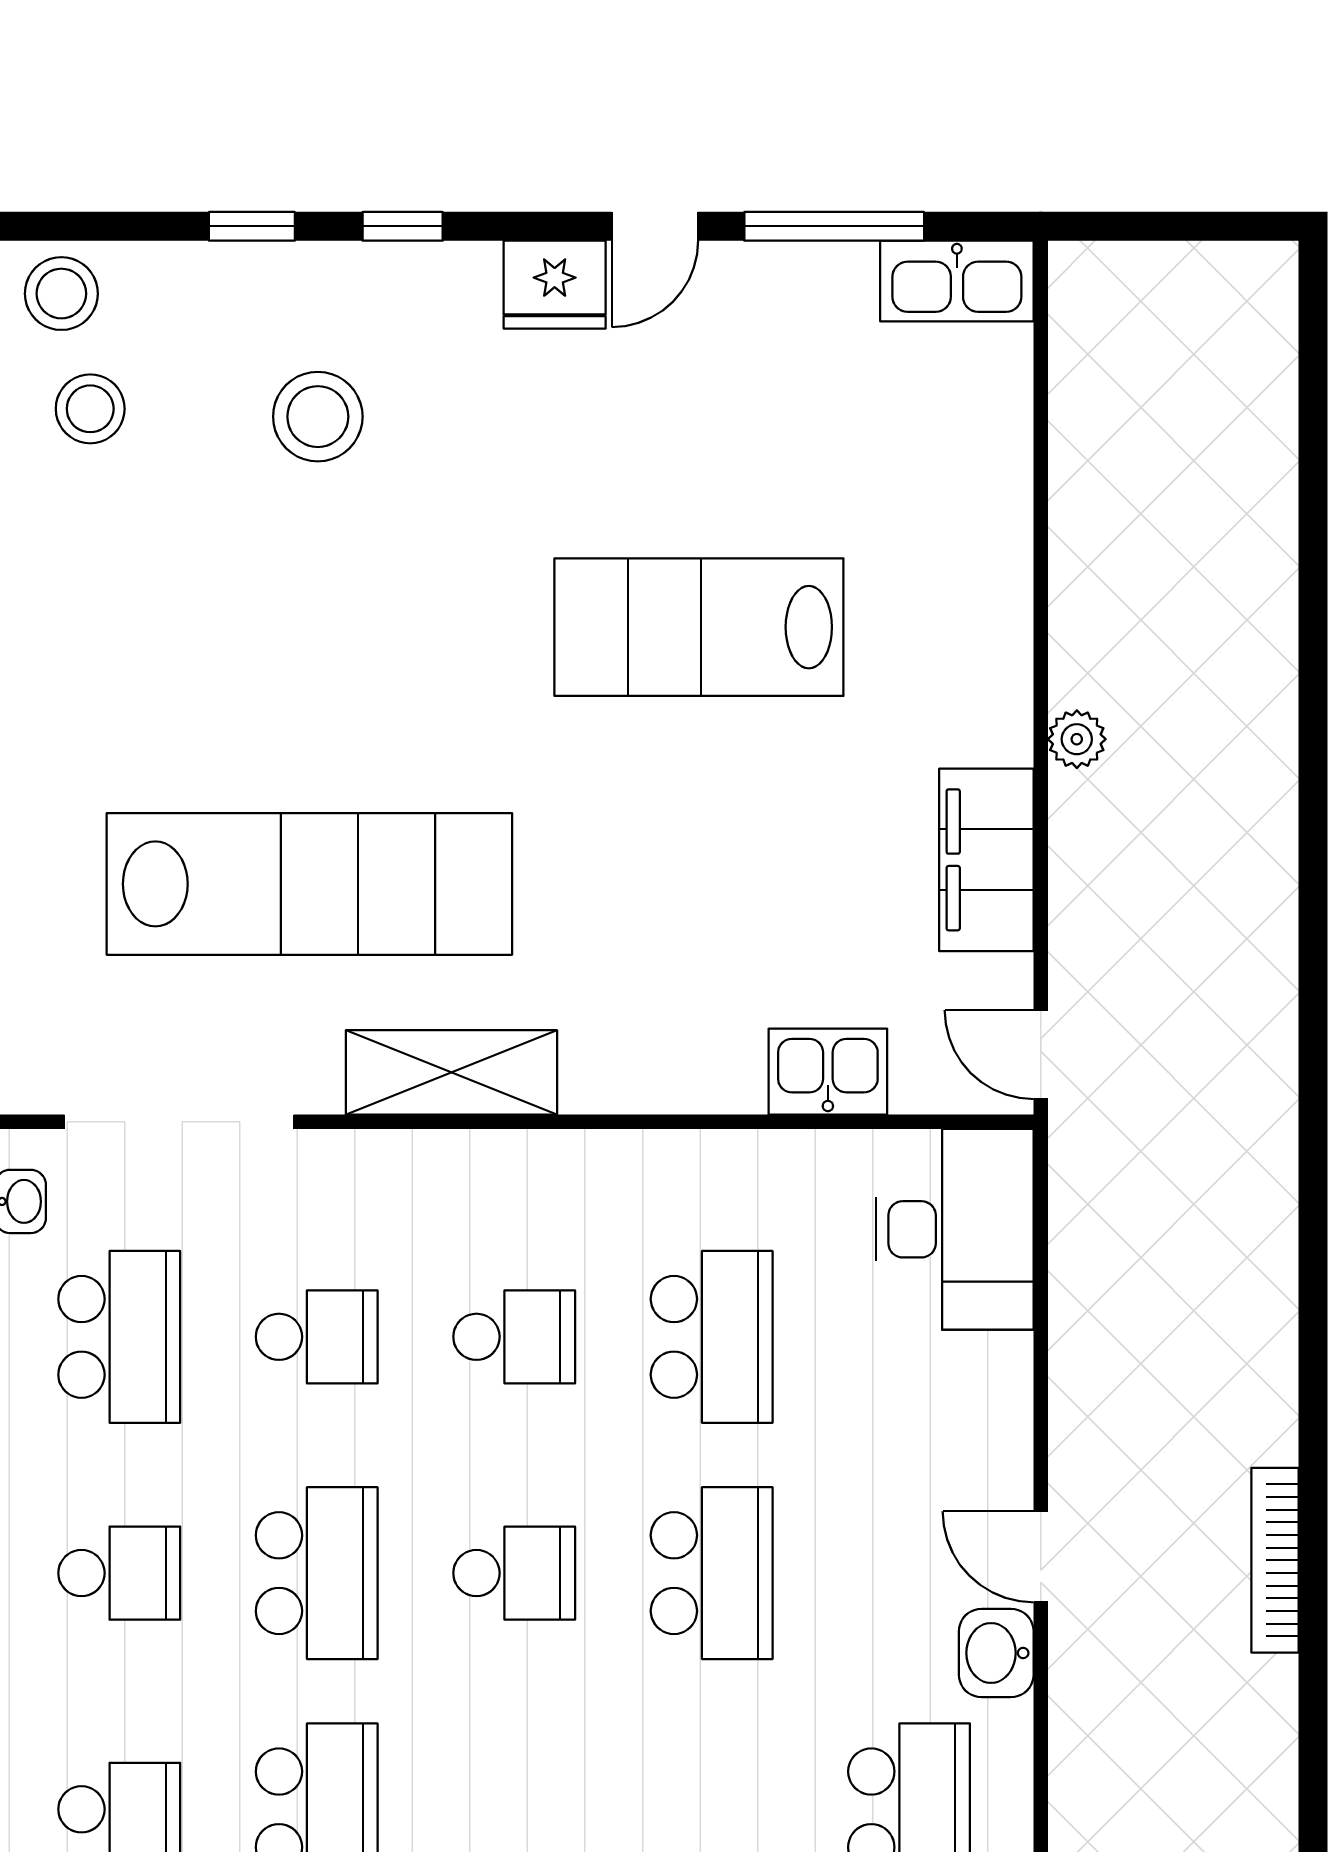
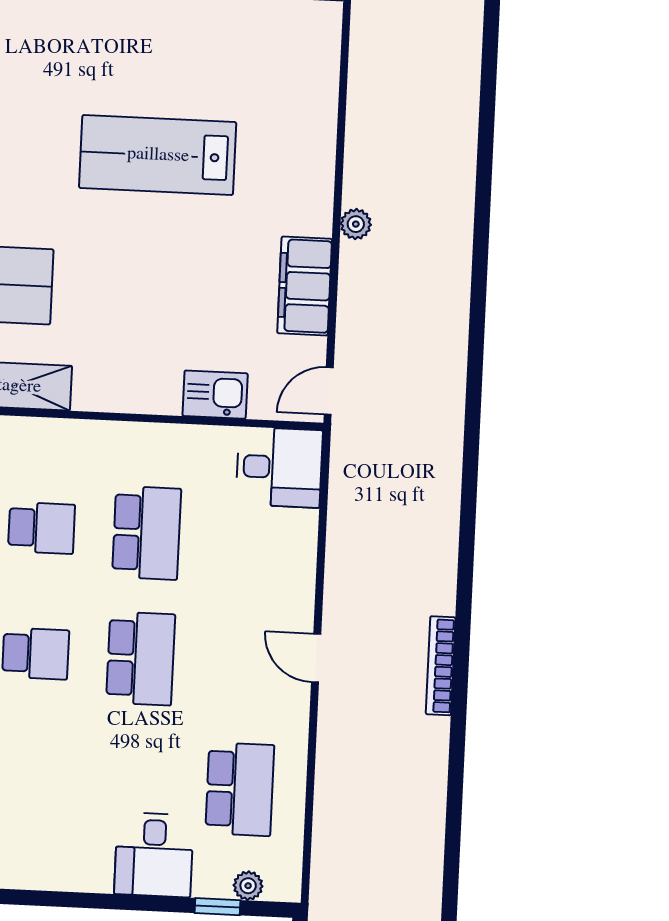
door: (1041, 1055) -> (329, 391), hinge flipped
desk: (955, 1229) -> (279, 467), width x0.73
washbasin: (996, 1653) -> (290, 708), removed

